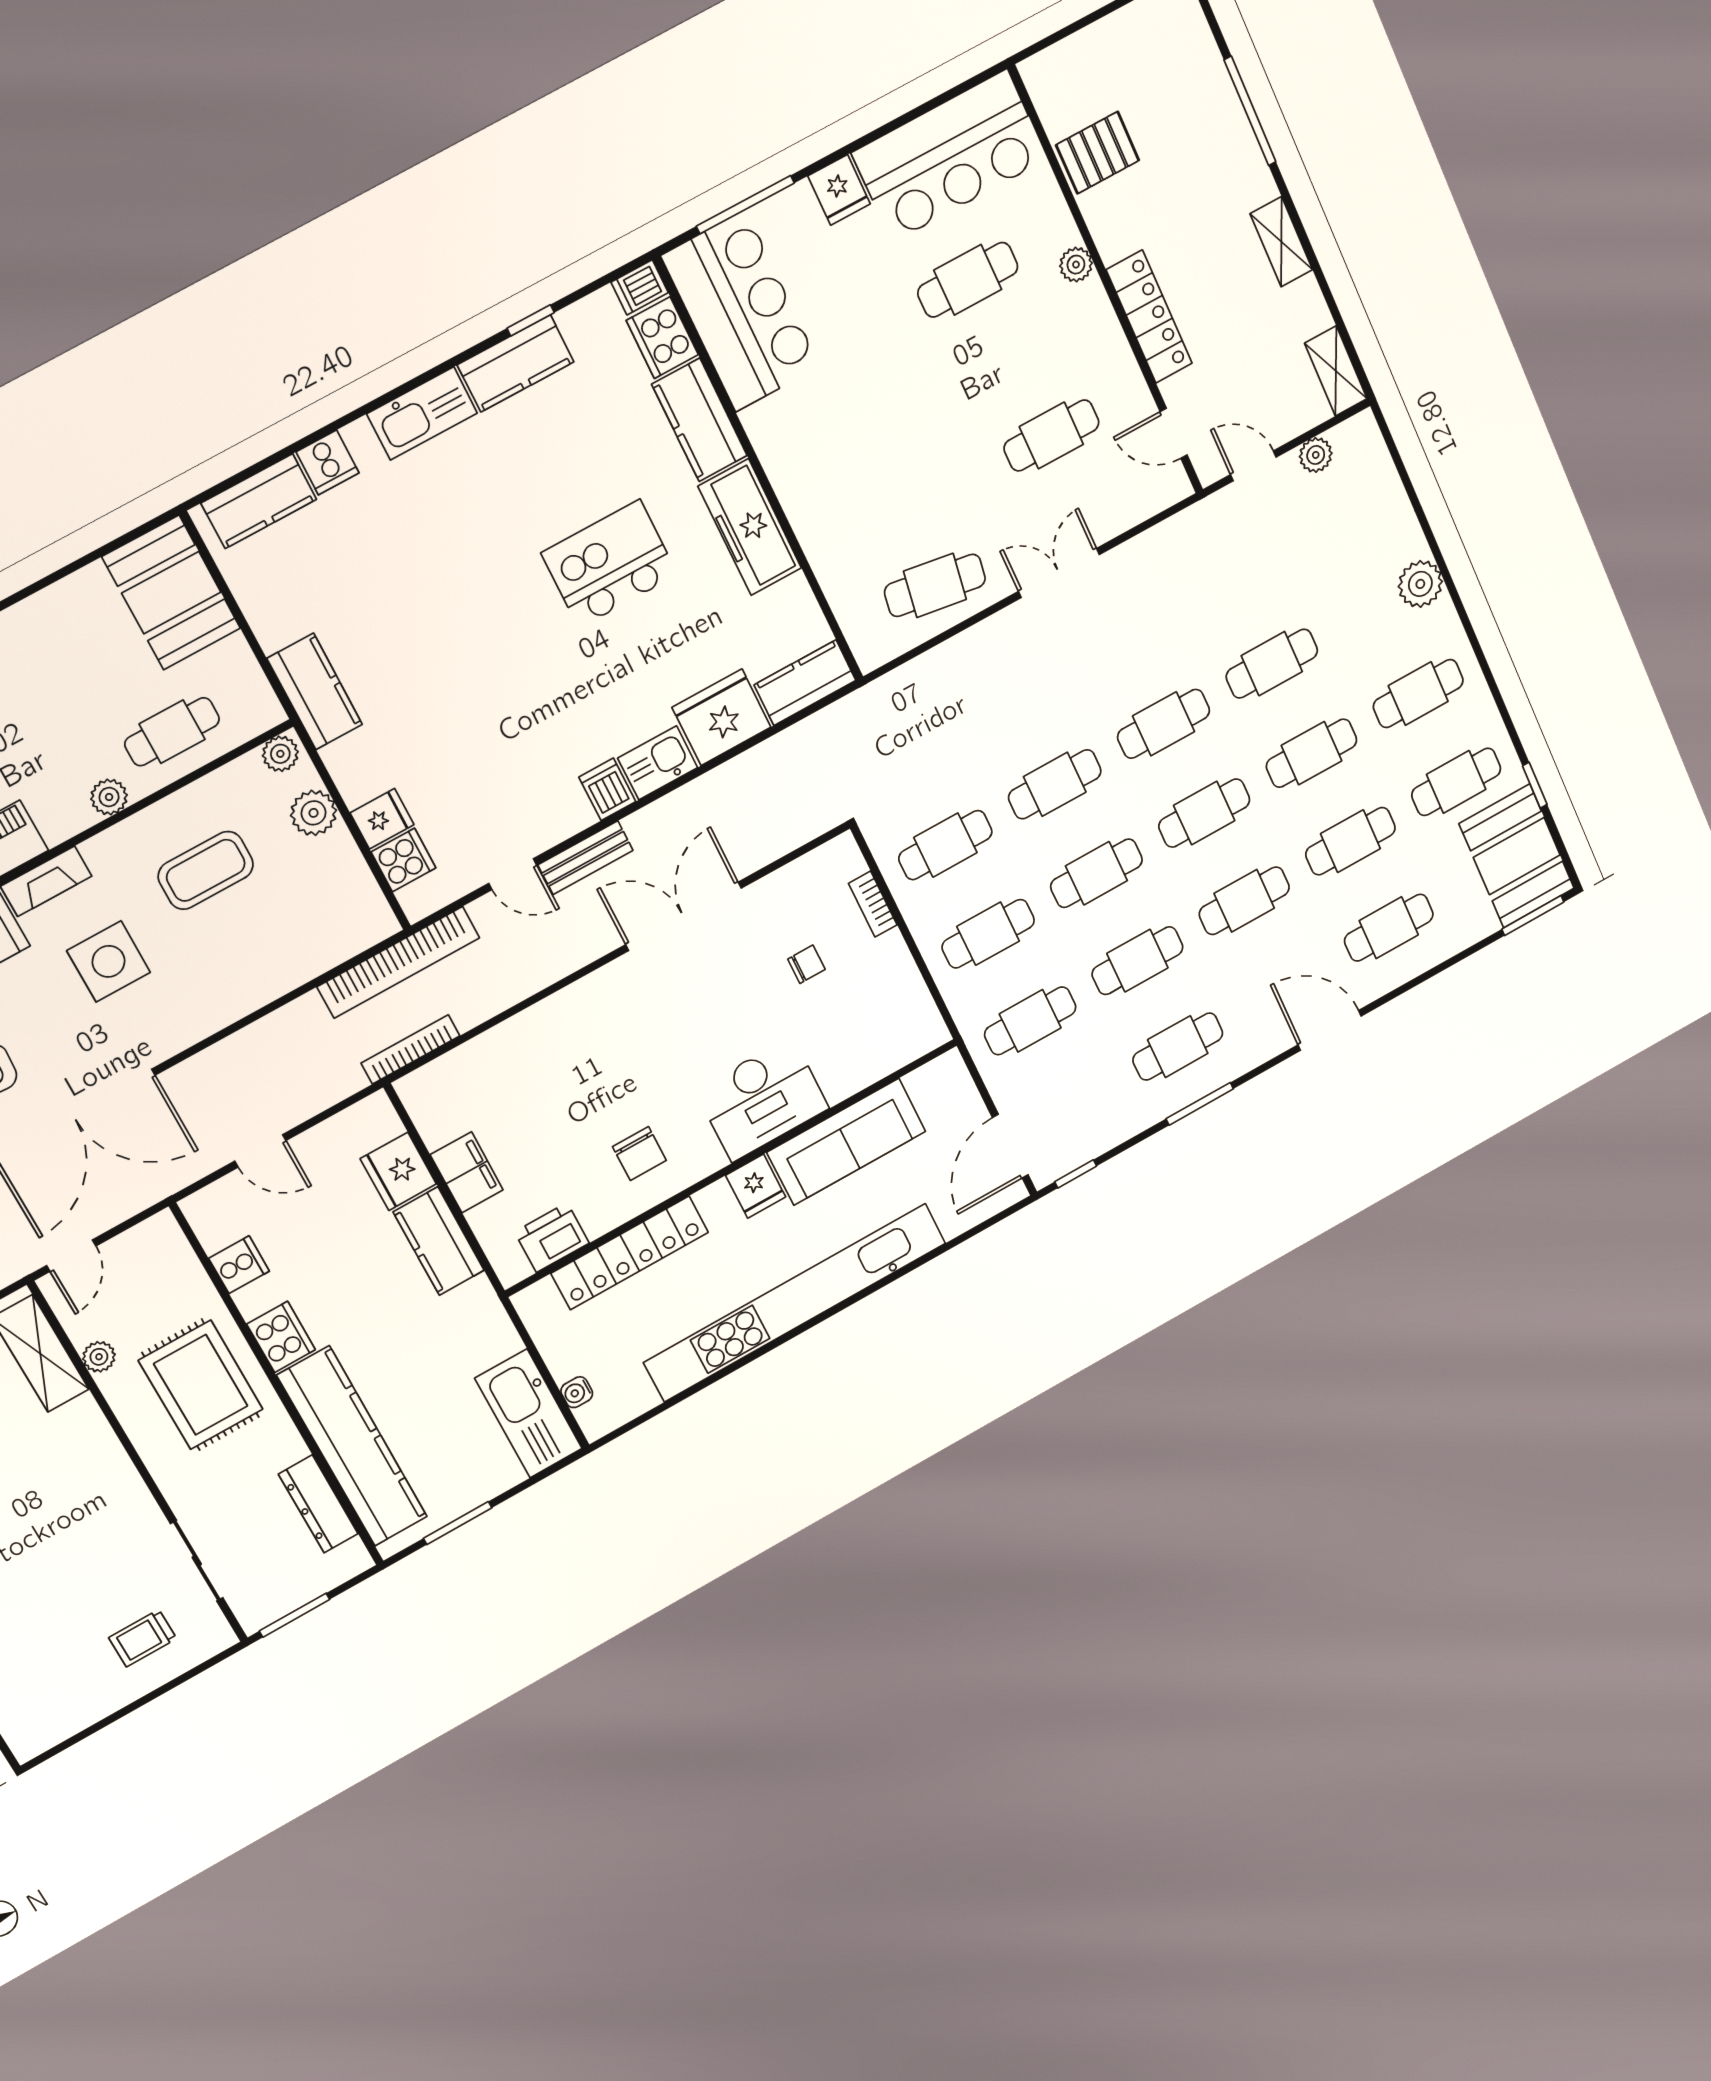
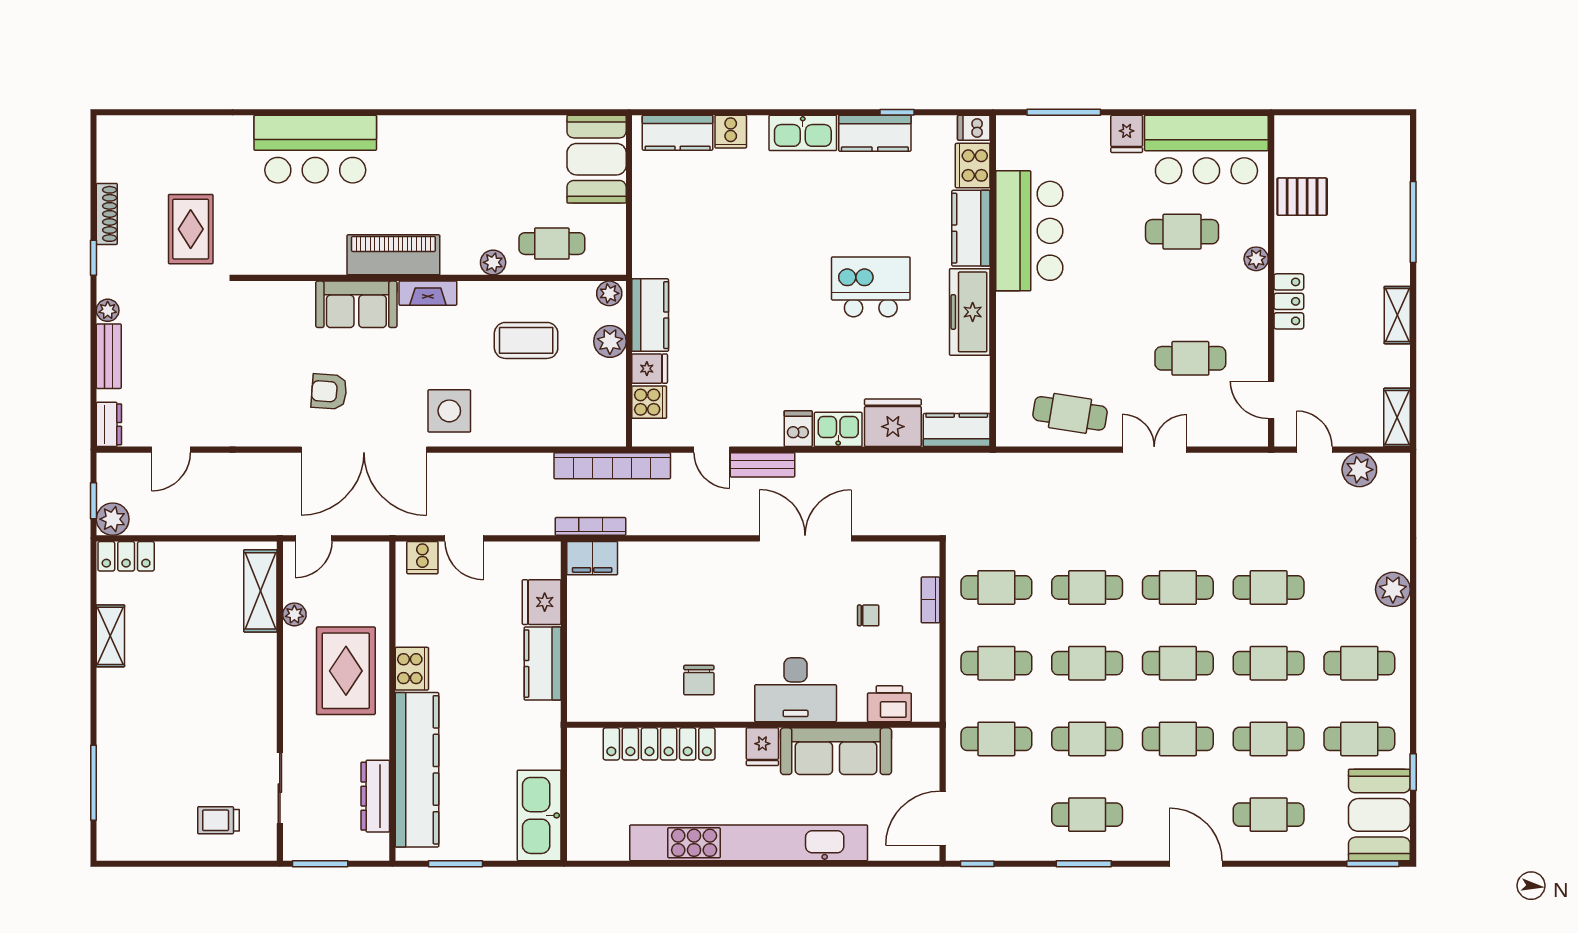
bar counter: (741, 311) -> (1029, 231), moved
locker: (1149, 317) -> (1289, 301), width x0.66
plant: (1316, 455) -> (1359, 470), width x1.38, depth x1.38
kitchen counter: (315, 692) -> (650, 315), moved
side table: (109, 961) -> (449, 411), moved
filing cabinet: (467, 1172) -> (592, 558), moved, turned 90
printer: (552, 1237) -> (889, 704), moved
cooker: (239, 1265) -> (422, 558), moved, turned 90
water cooler: (577, 1392) -> (577, 819), removed

